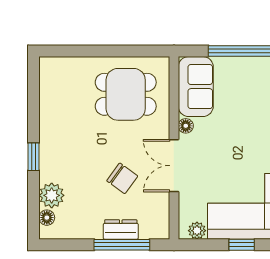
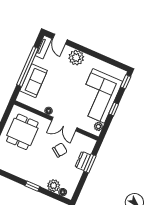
sofa: (196, 87) -> (34, 81), moved, turned 90
window: (122, 245) -> (90, 163), width x0.69

